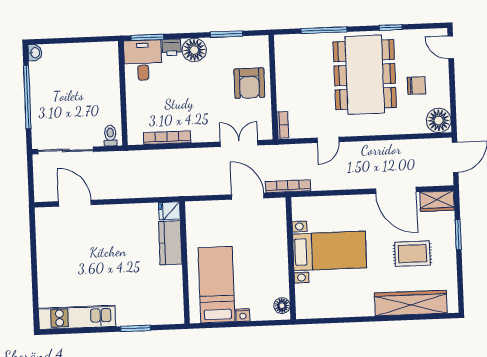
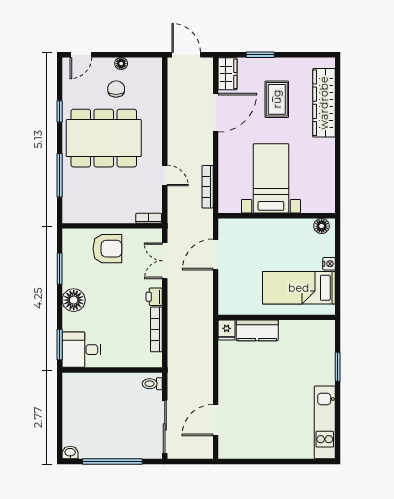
printer: (172, 47) -> (154, 297), moved, turned 180
floor lamp: (439, 120) -> (121, 64), moved, width x0.53, depth x0.53
bookcase: (288, 186) -> (208, 187), moved

